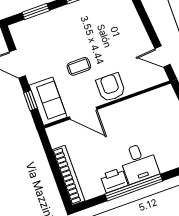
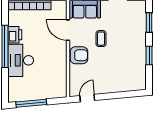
door: (83, 113) -> (68, 30), hinge flipped
desk: (139, 163) -> (21, 60), width x1.37

